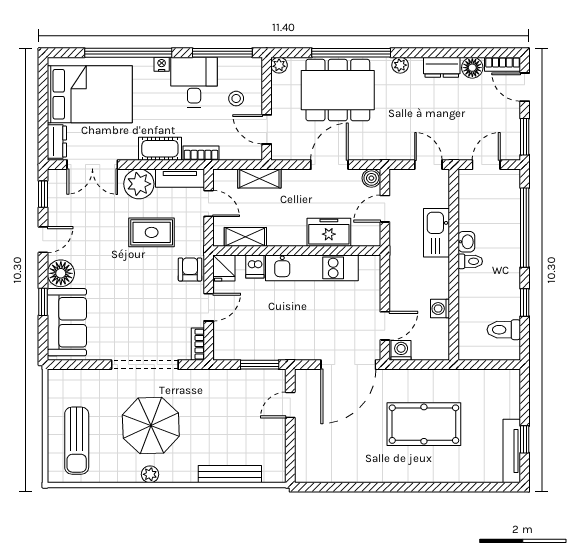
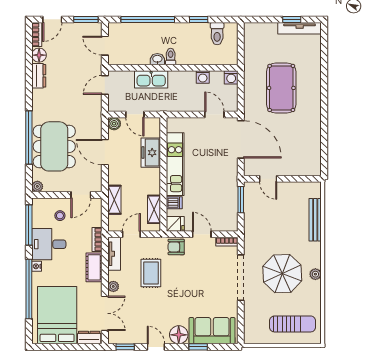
plant: (400, 65) -> (37, 104), removed
plant: (139, 184) -> (113, 286), width x0.53, depth x0.53
washing machine: (401, 350) -> (231, 77), moved, turned -90

